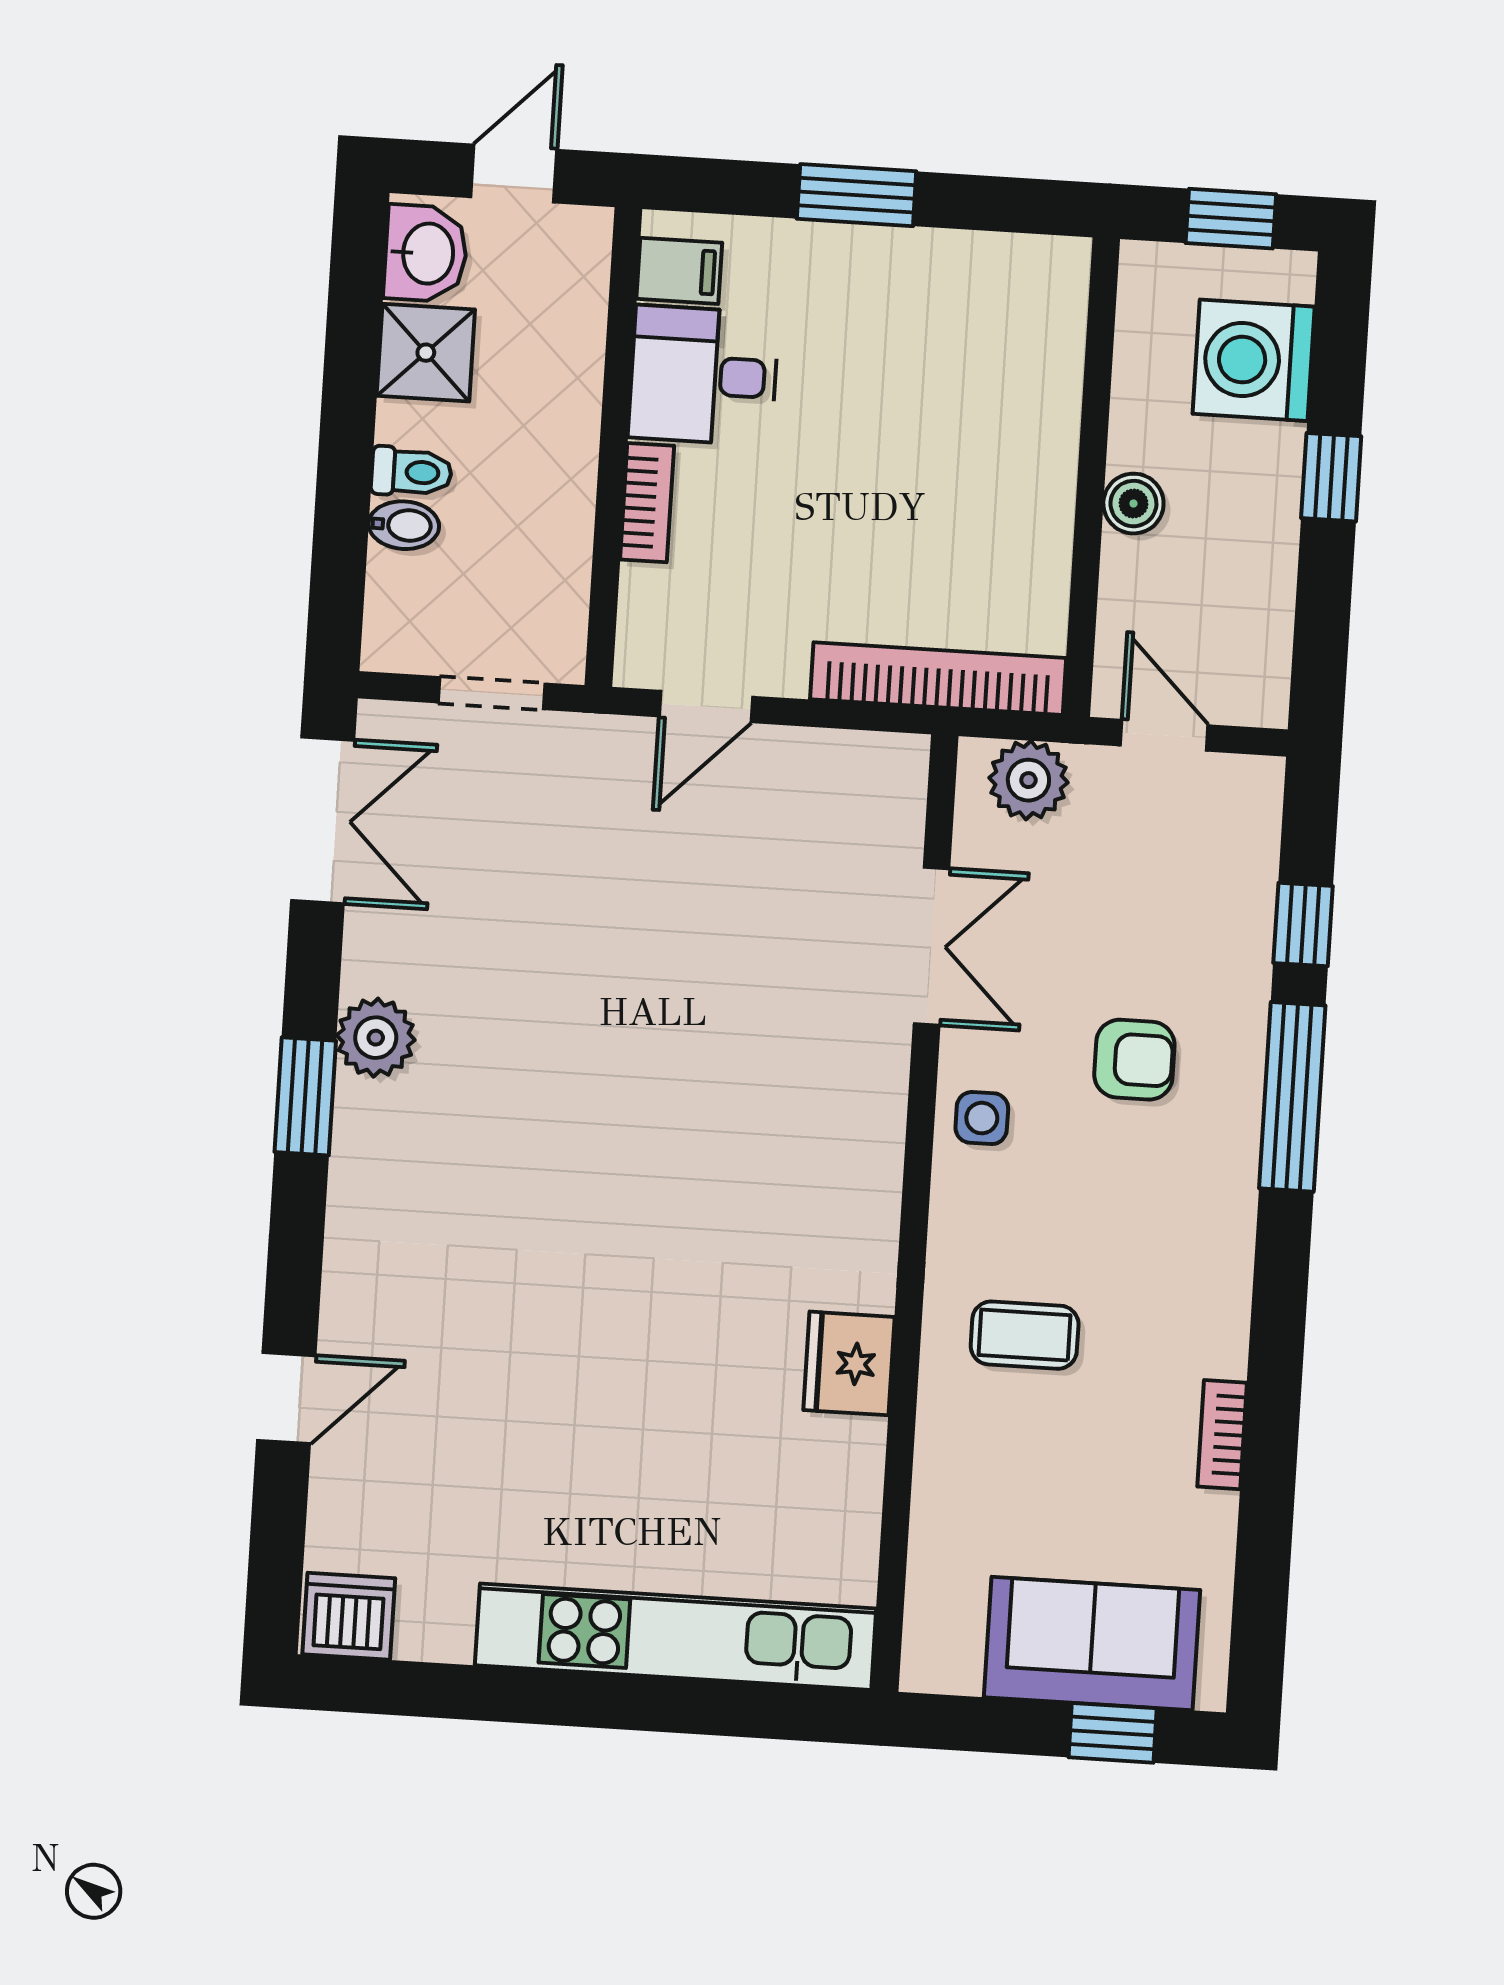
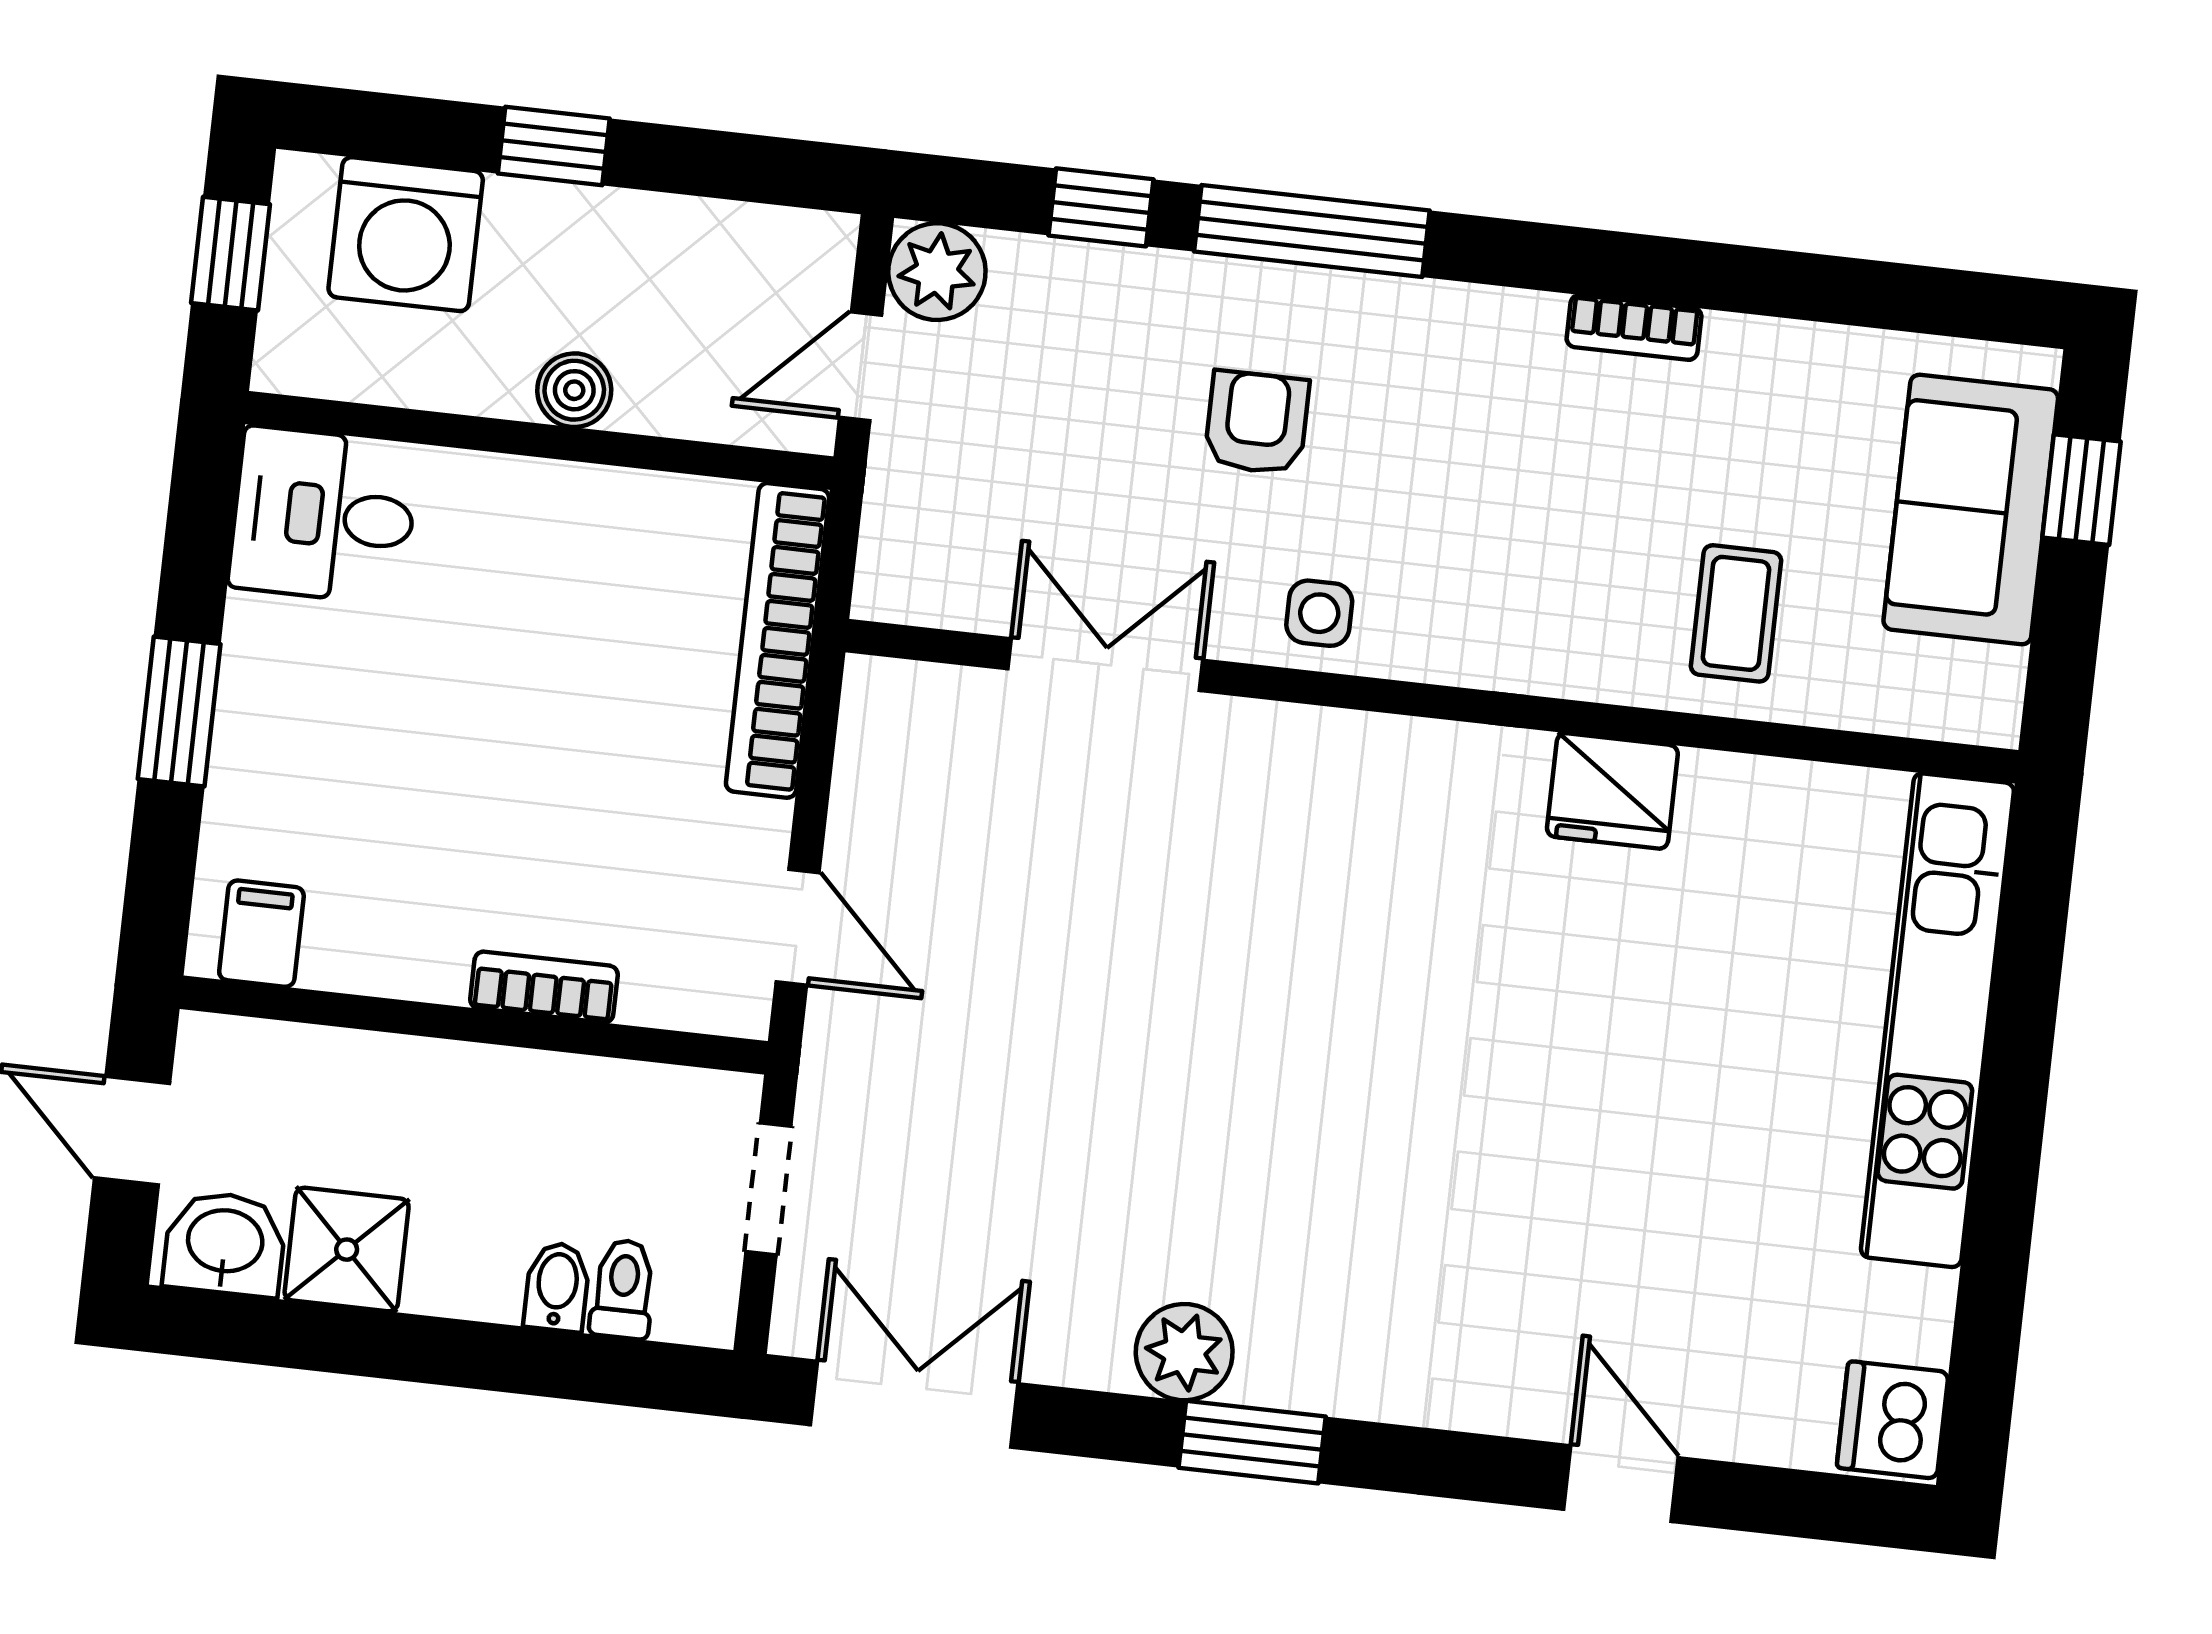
desk: (704, 375) -> (324, 515), moved, turned 90
toilet: (411, 472) -> (623, 1289), moved
plant: (1028, 780) -> (937, 272), moved
coffee table: (1025, 1335) -> (1736, 613), moved
bookcase: (1222, 1435) -> (1634, 327), moved

